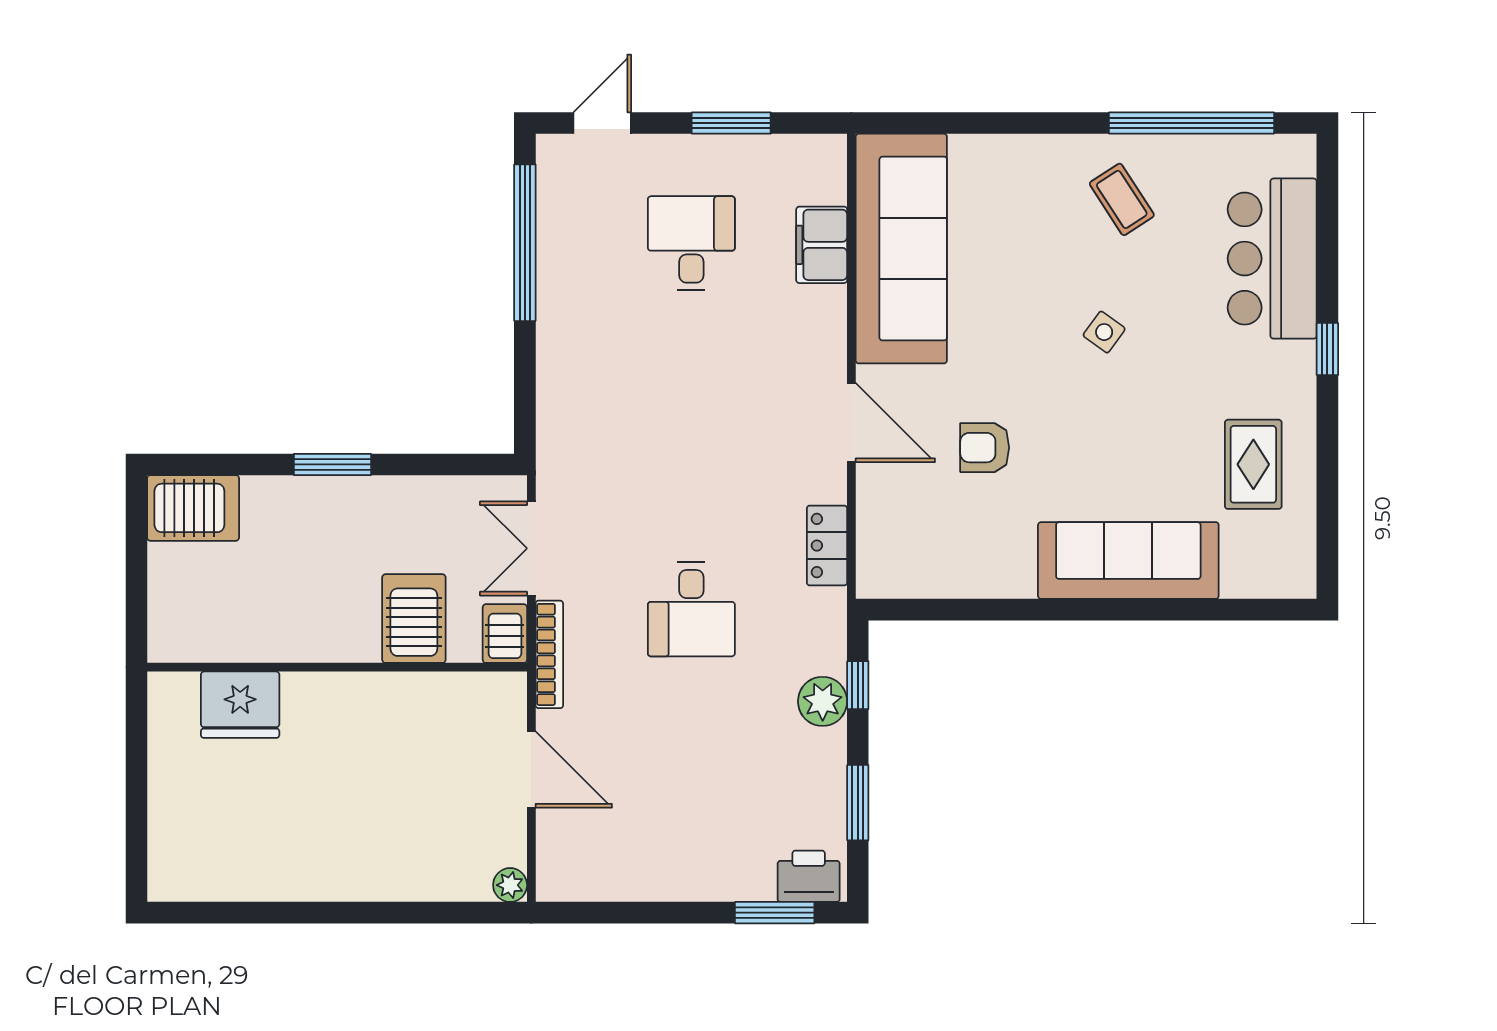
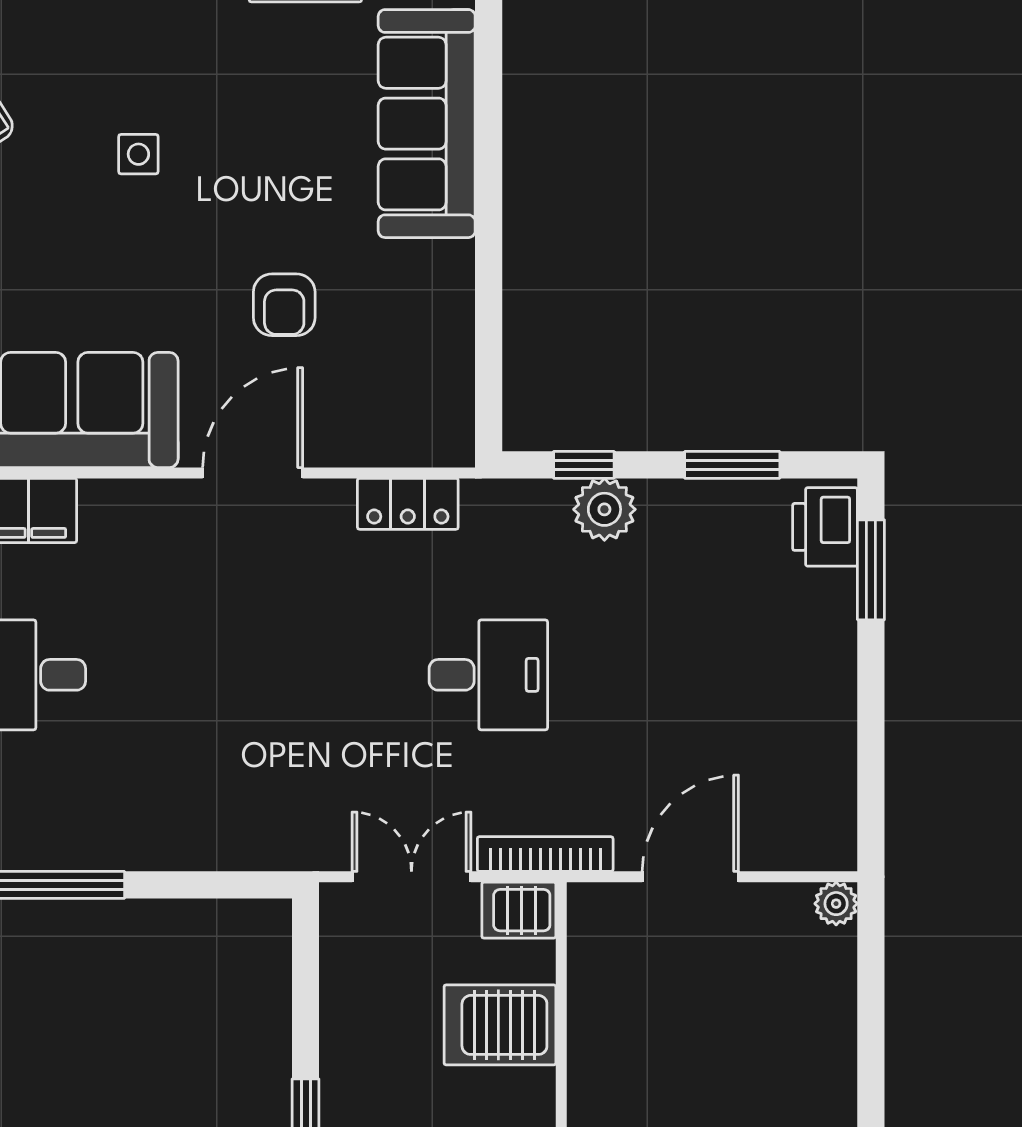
side table: (1104, 332) -> (138, 154), turned -36
double door: (531, 548) -> (411, 877), swing flipped

